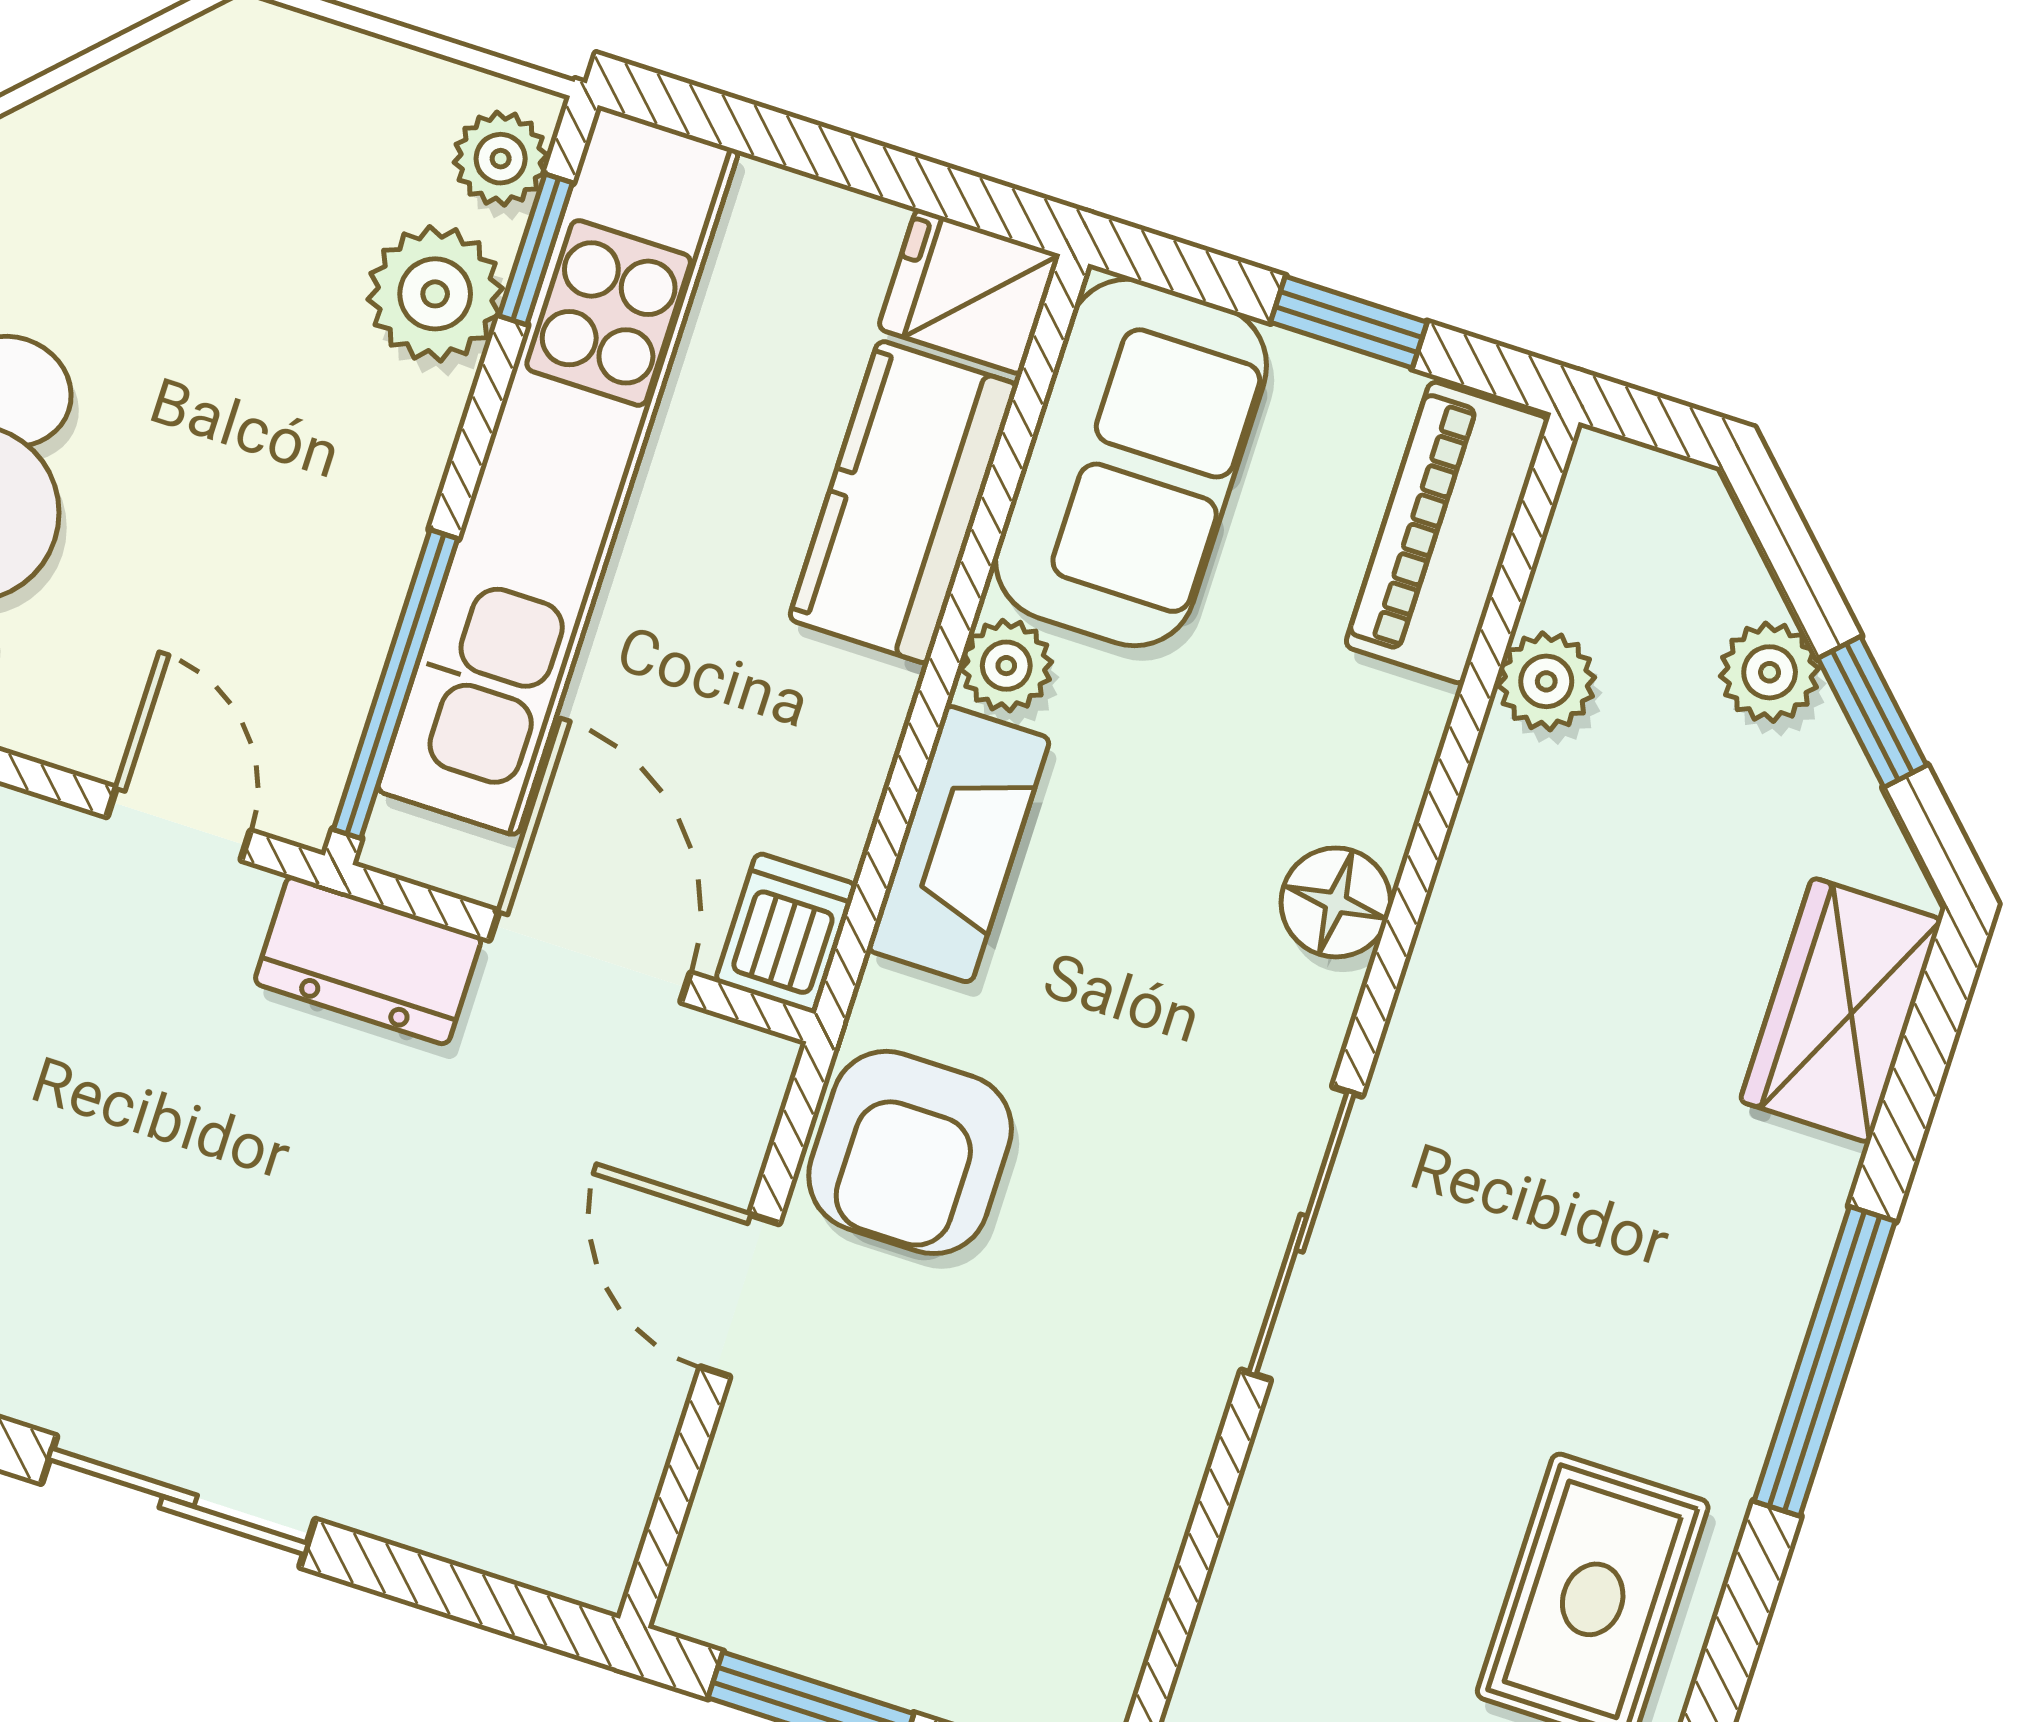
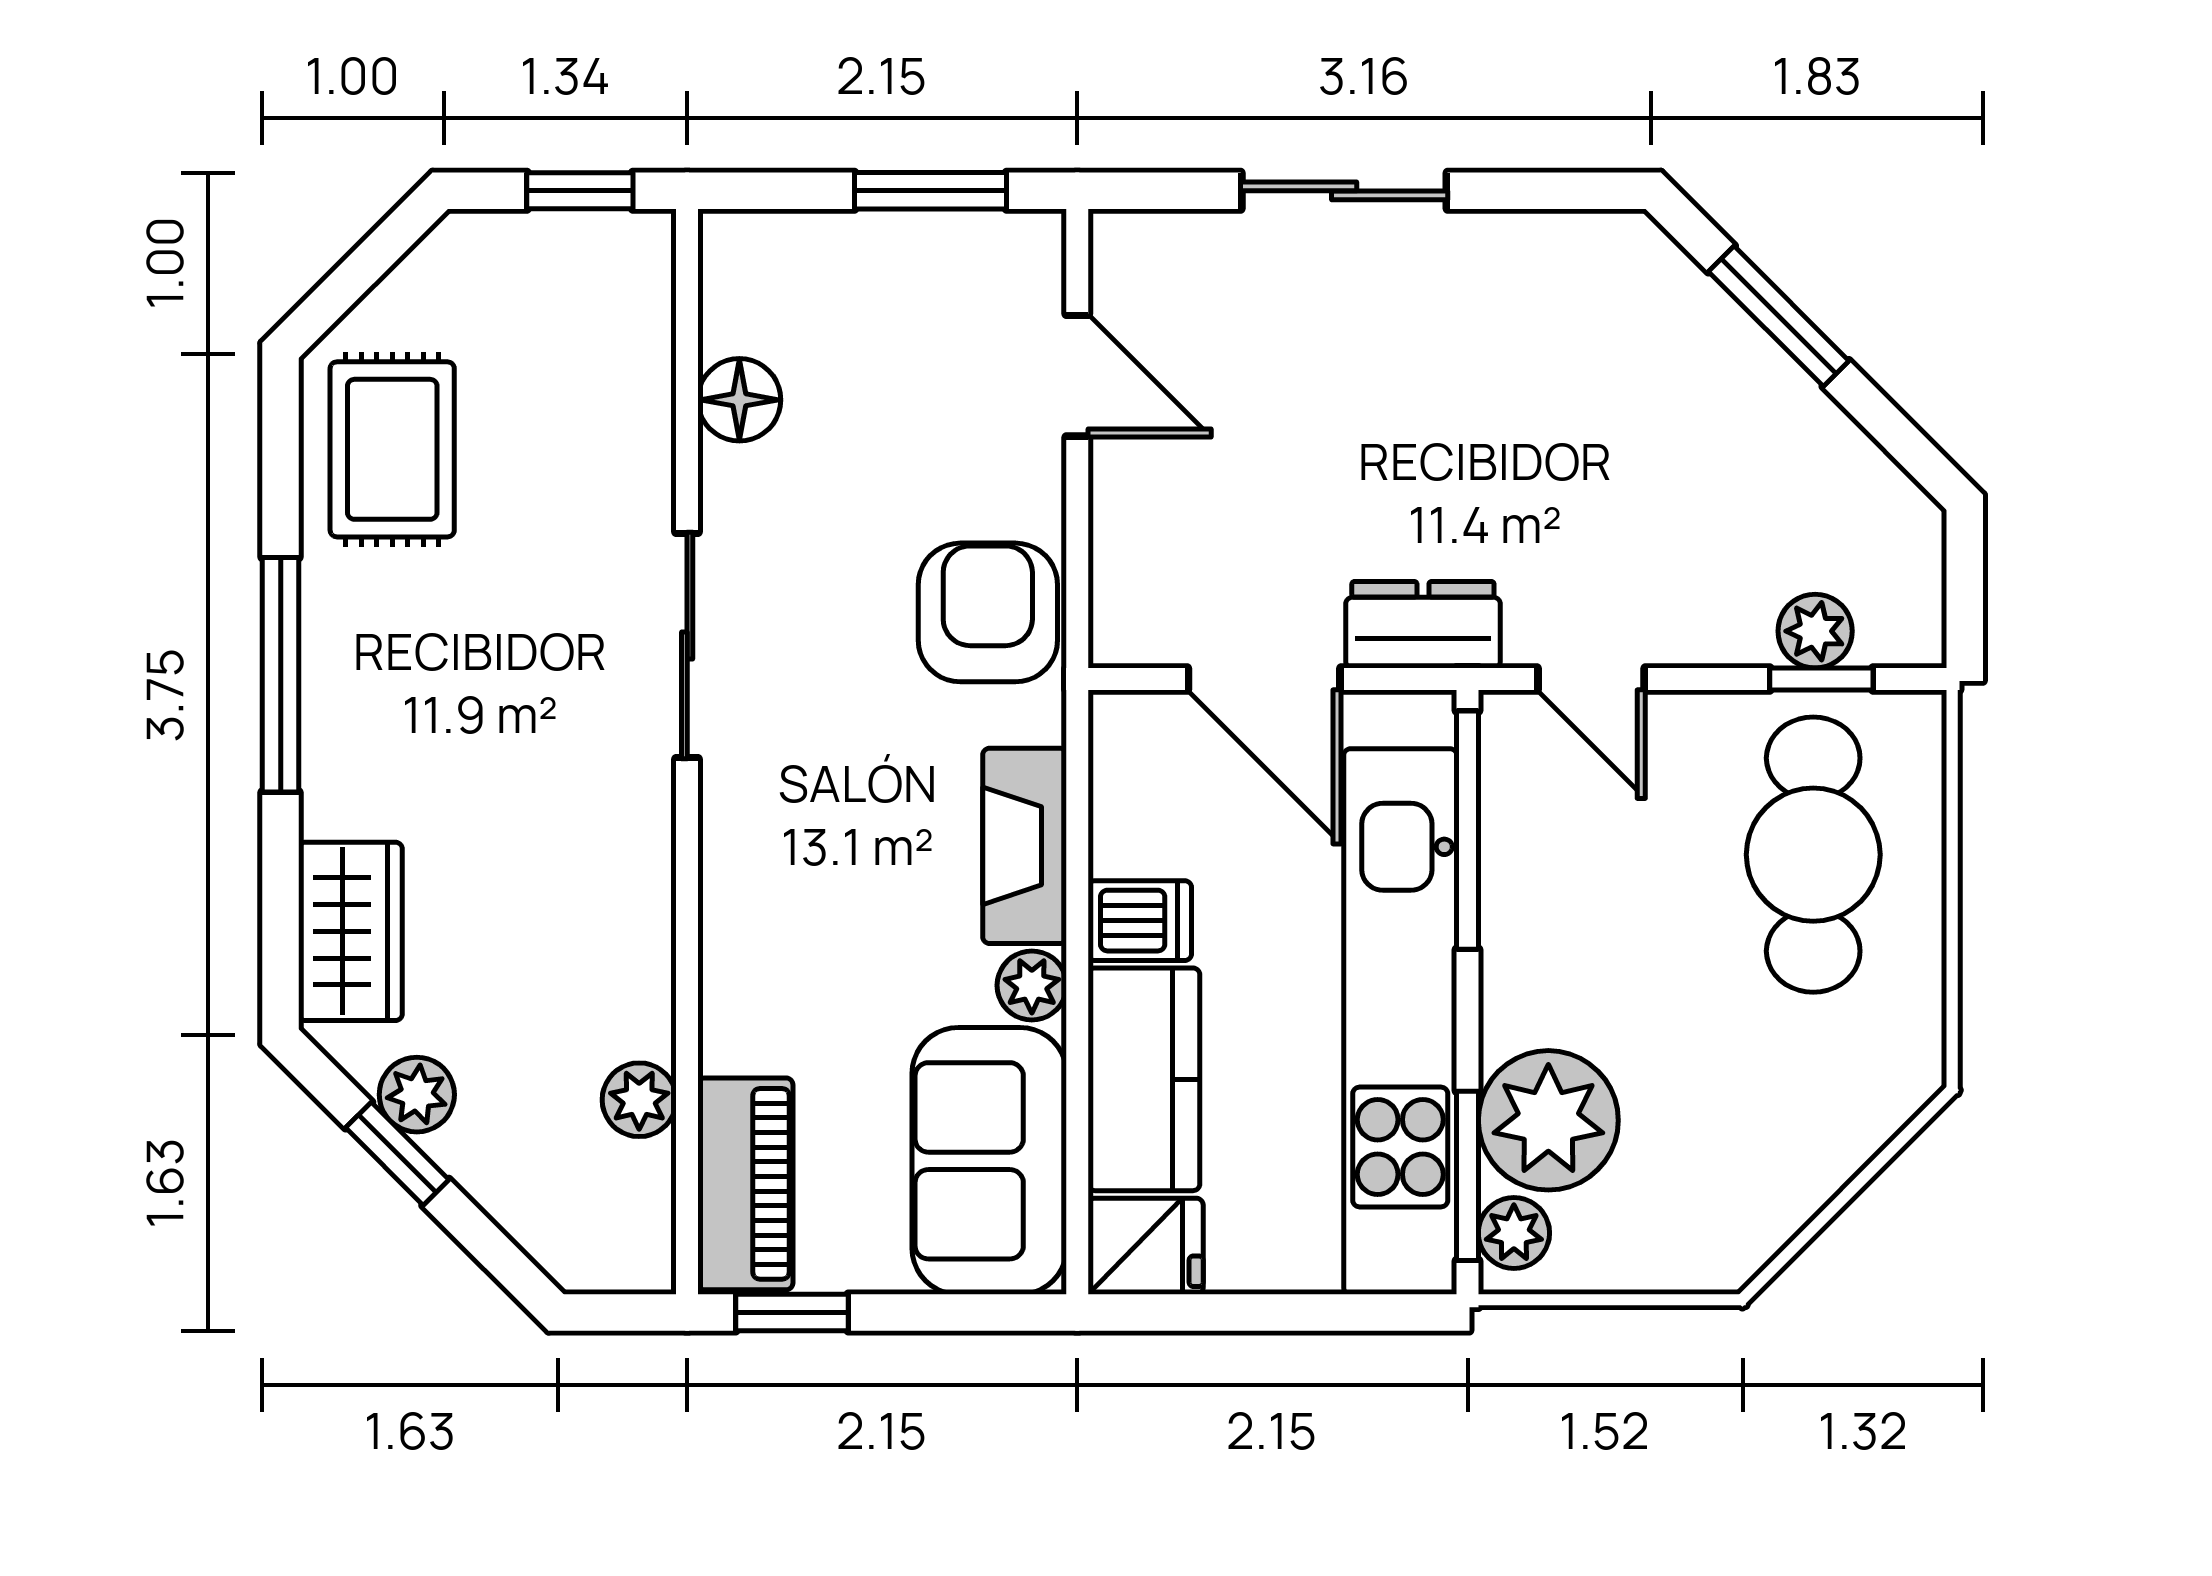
window: (536, 249) -> (1468, 1176), width x1.50
plant: (435, 294) -> (1548, 1120), width x1.36, depth x1.36
window: (1349, 322) -> (792, 1313), moved
plant: (1770, 672) -> (417, 1095), moved
floor lamp: (1336, 902) -> (739, 400), moved
dishwasher: (786, 933) -> (1140, 921), moved, turned -90
door: (740, 1295) -> (1077, 376), moved
sliding door: (178, 1501) -> (1344, 191), moved

